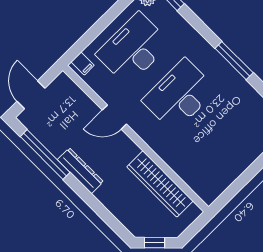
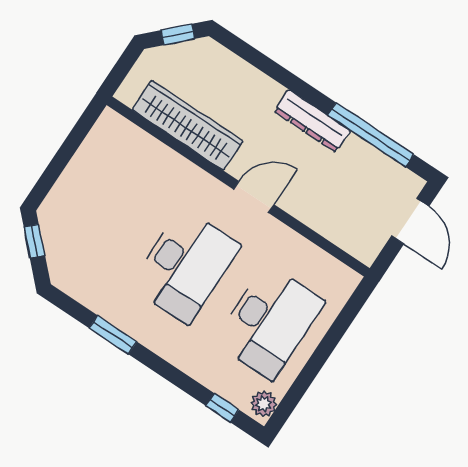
window: (234, 61) -> (113, 335), width x0.69
filing cabinet: (83, 64) -> (342, 284), removed
door: (114, 117) -> (254, 197), moved

